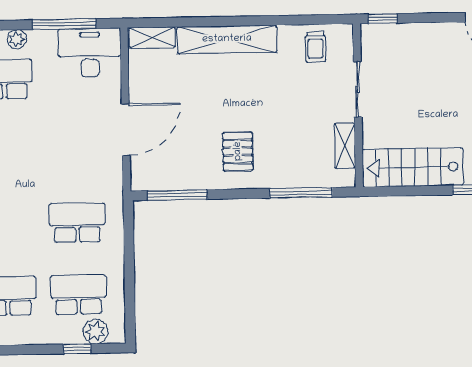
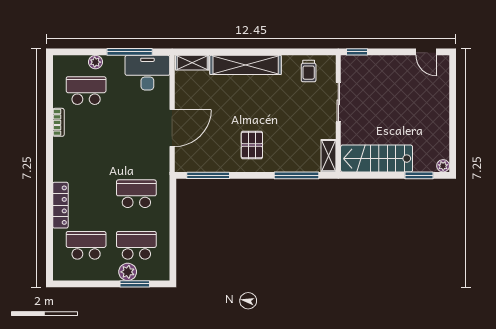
shelving: (345, 146) -> (328, 156), moved
plant: (96, 332) -> (128, 272), moved
window: (77, 349) -> (135, 284), width x1.50

